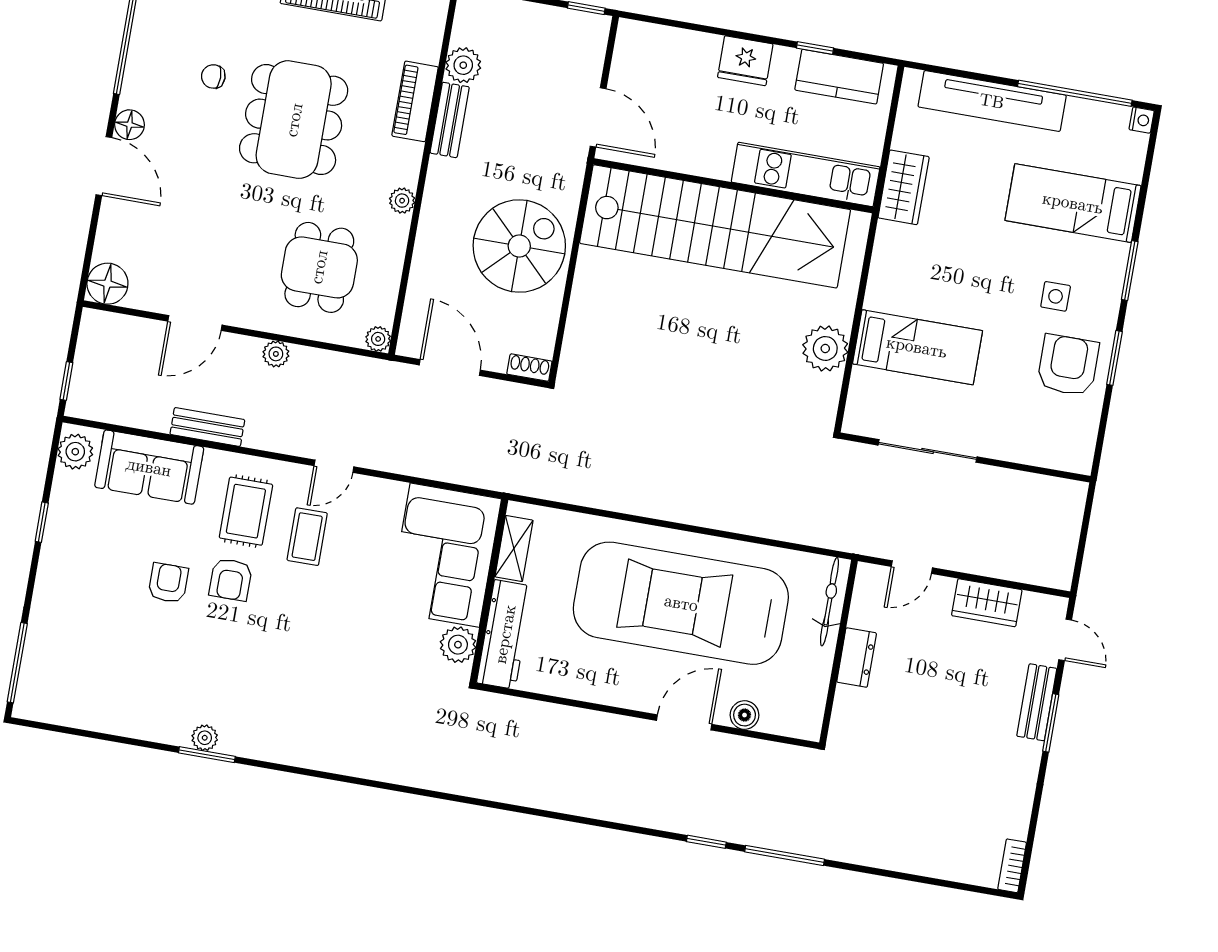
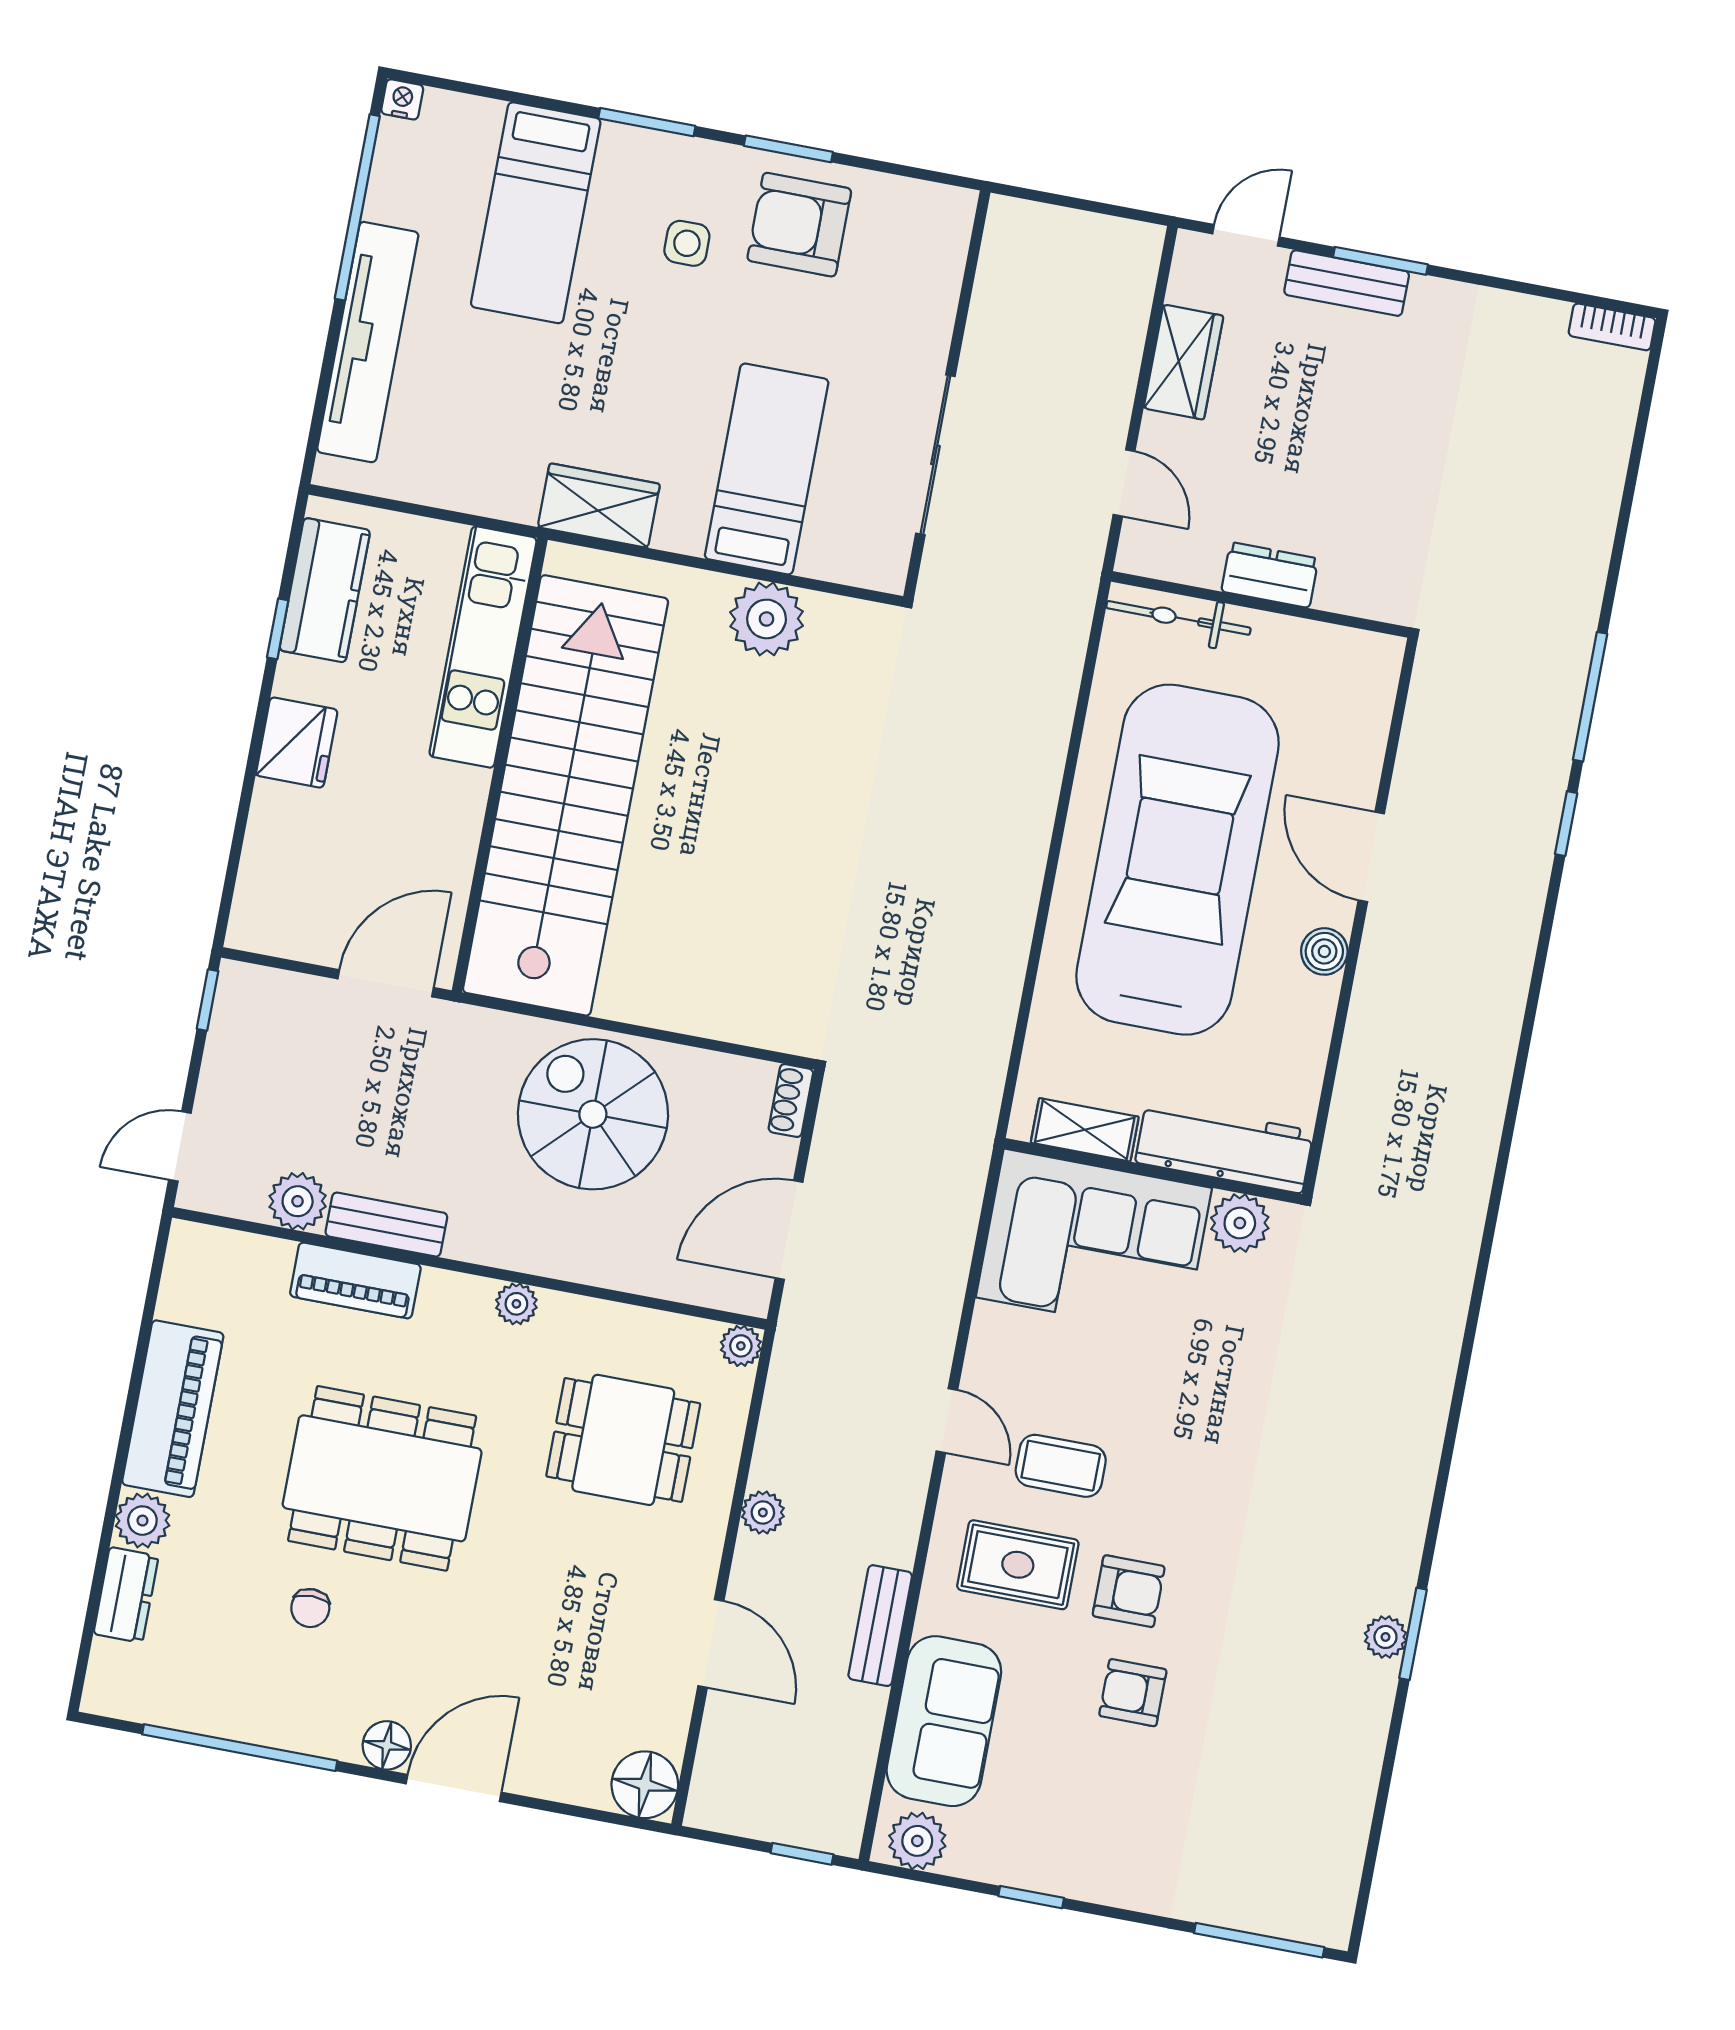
wardrobe: (904, 187) -> (599, 505), moved
car: (681, 603) -> (1177, 860), turned 180
boiler: (745, 715) -> (1324, 951), moved

